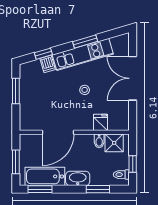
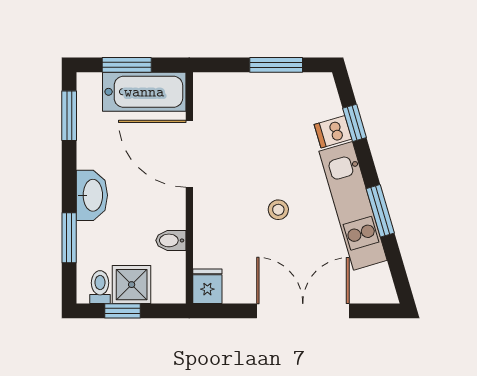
fridge: (100, 122) -> (207, 286), moved, turned -90
shower: (114, 143) -> (132, 285), moved
bathtub: (45, 176) -> (144, 92), moved, turned 90

